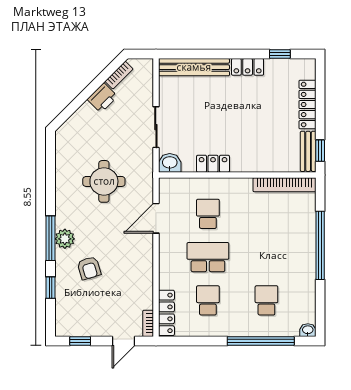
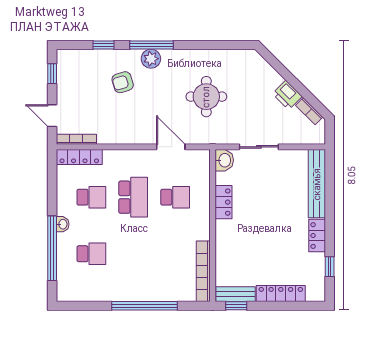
bookcase: (148, 323) -> (76, 139), width x1.56
washbasin: (308, 330) -> (63, 224), moved

